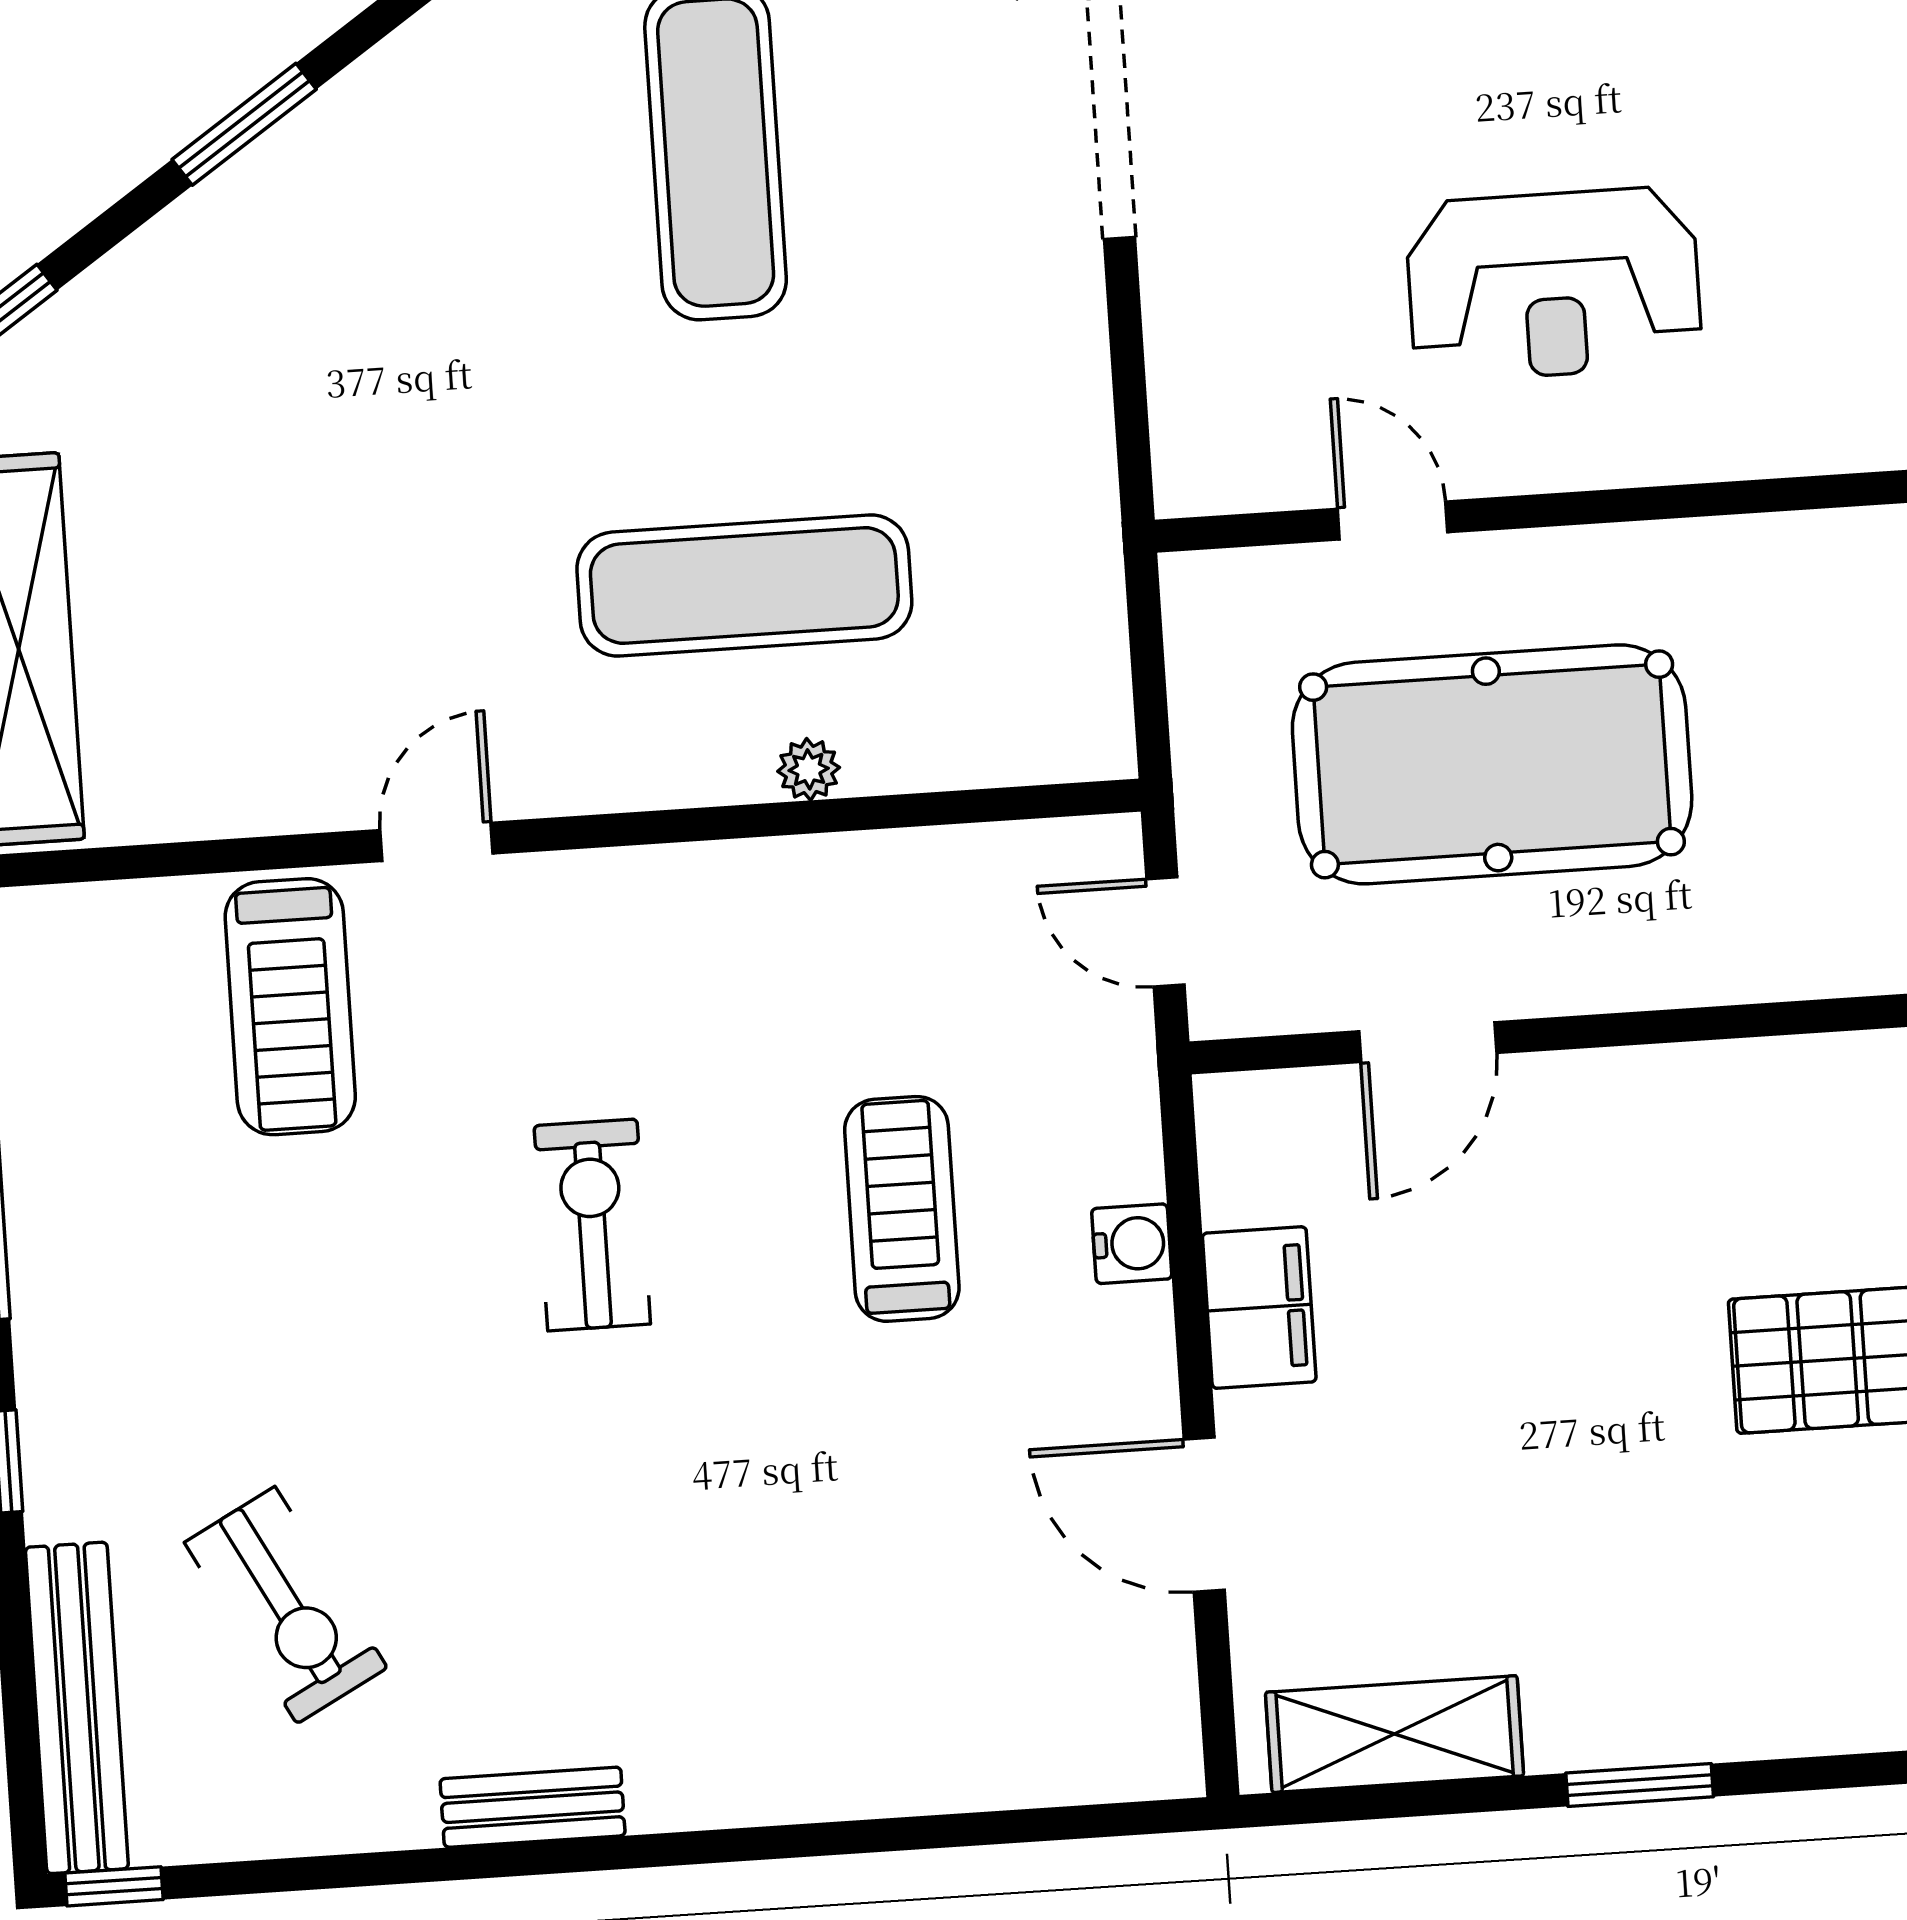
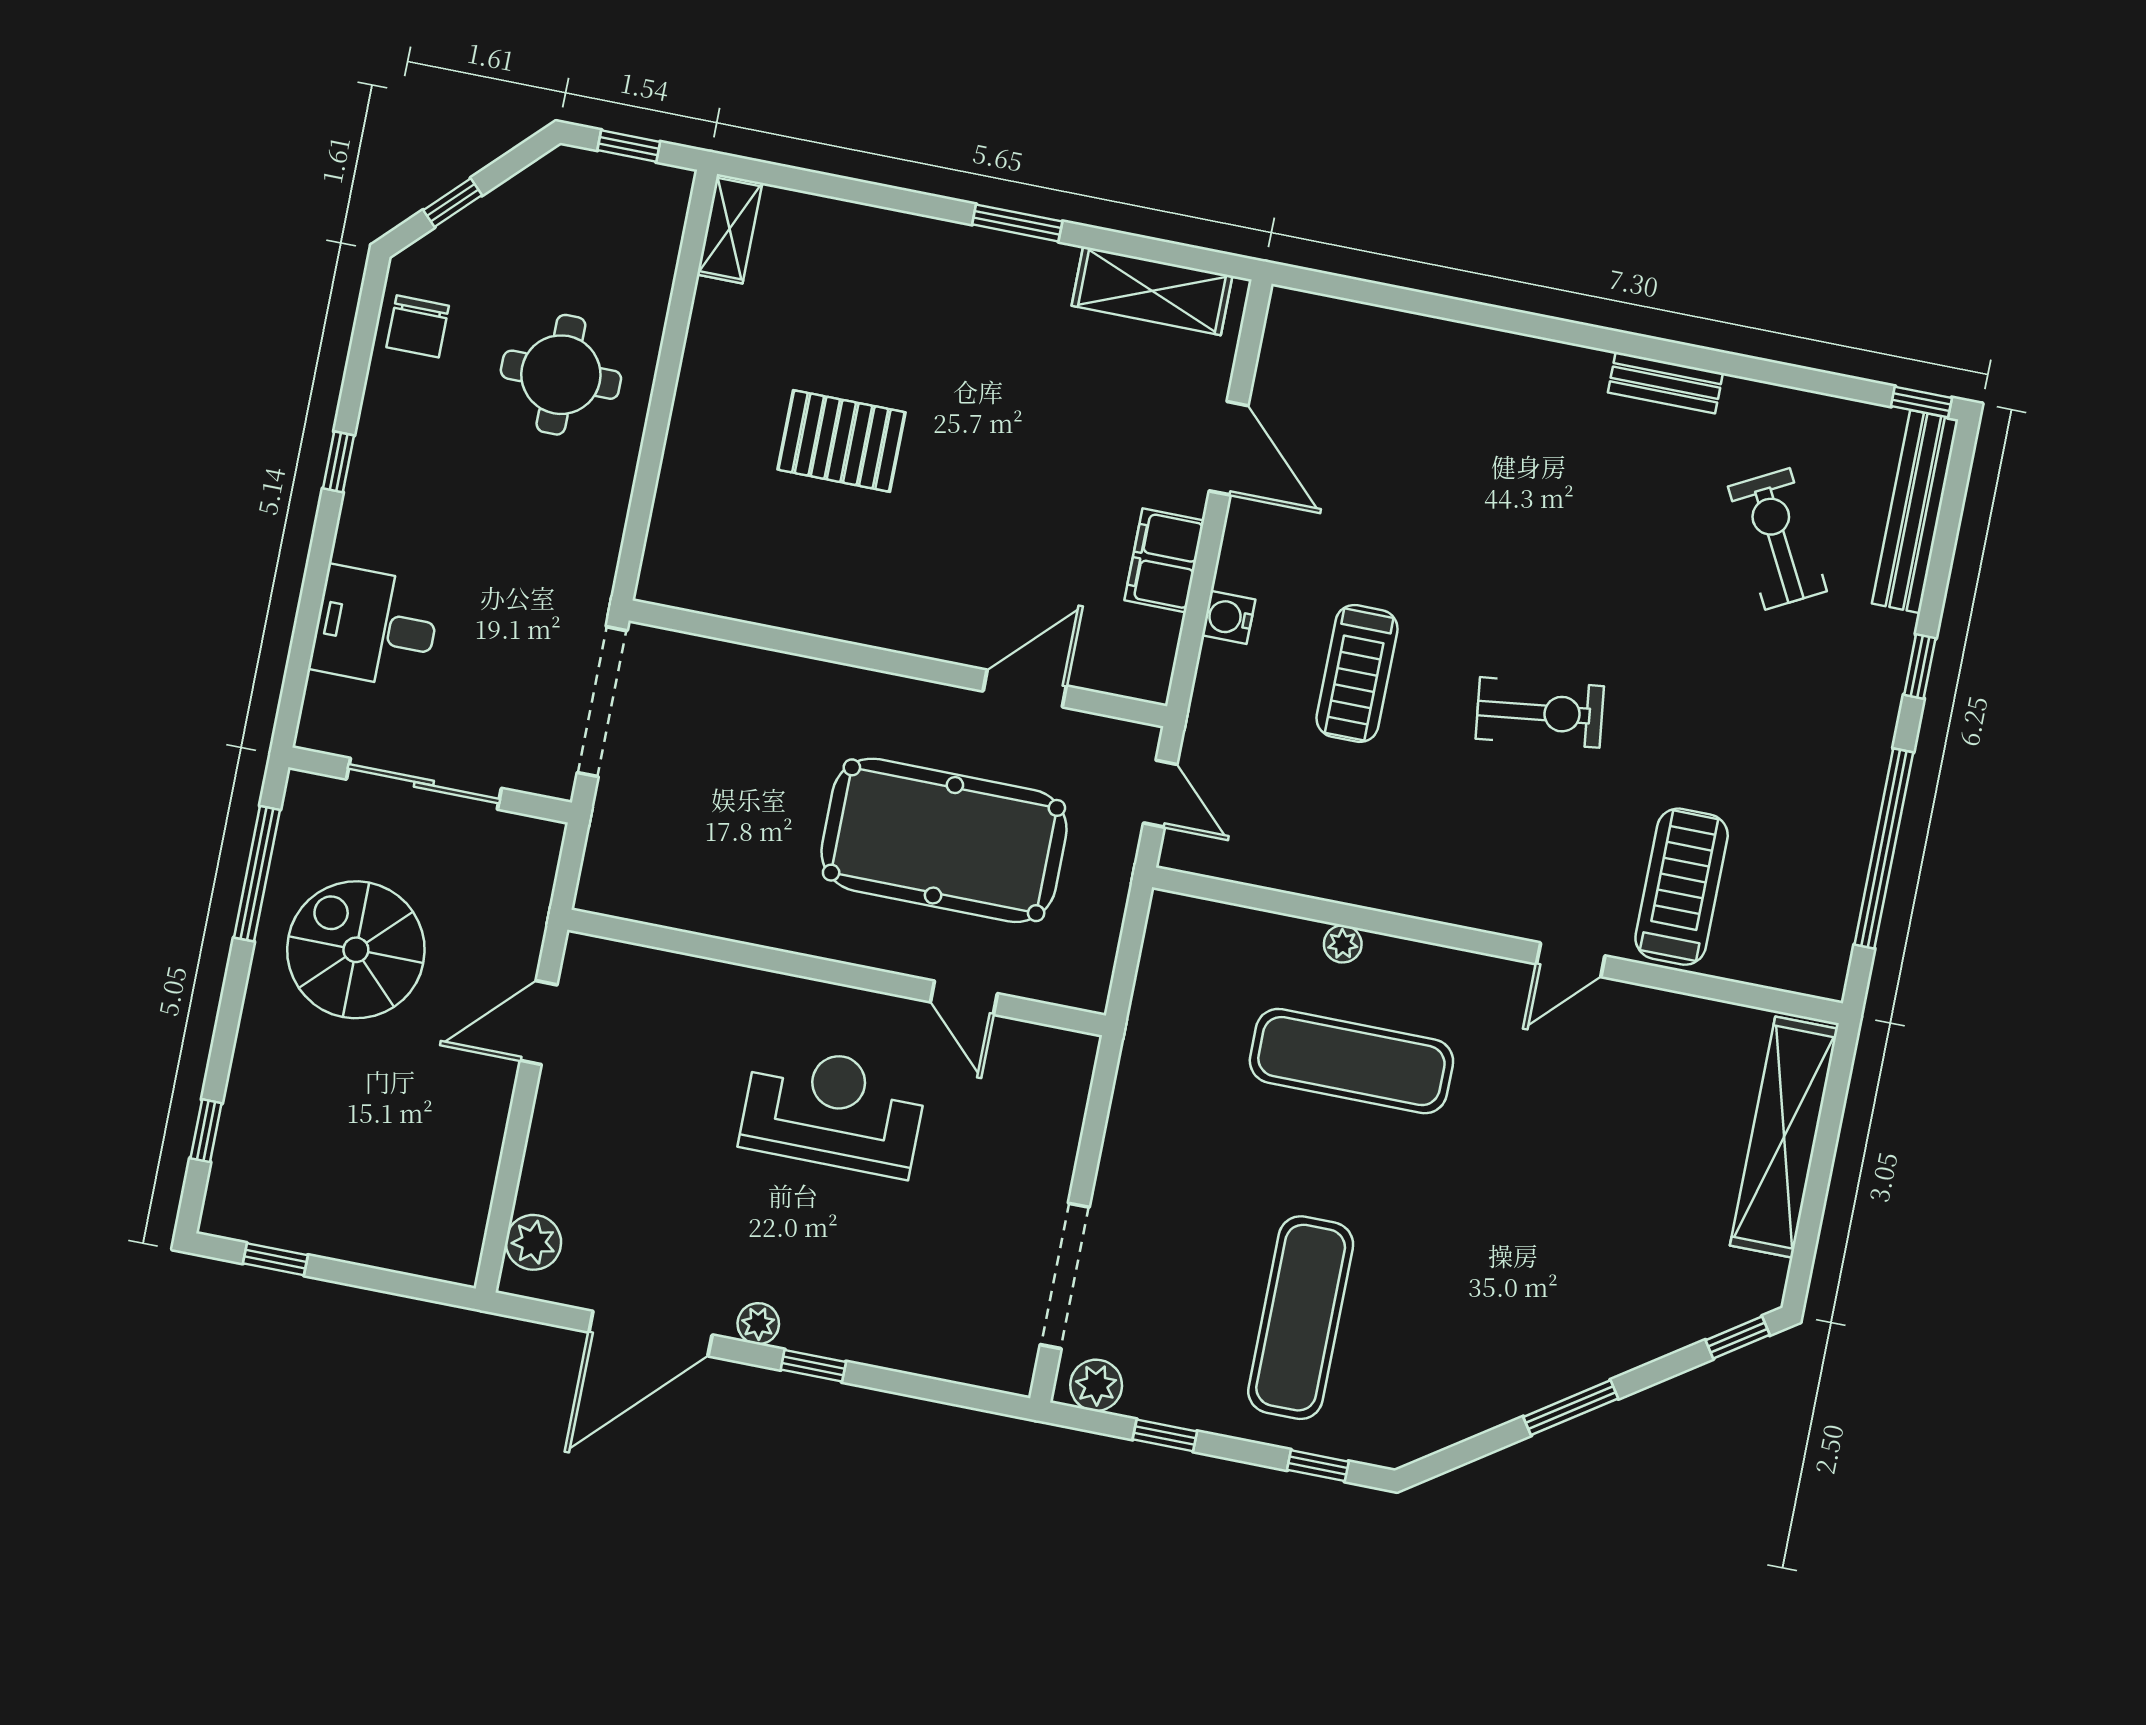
exercise bike: (592, 1225) -> (1540, 712), turned -97

